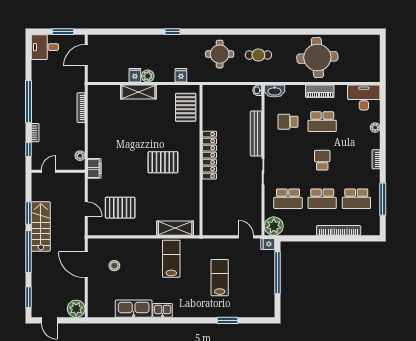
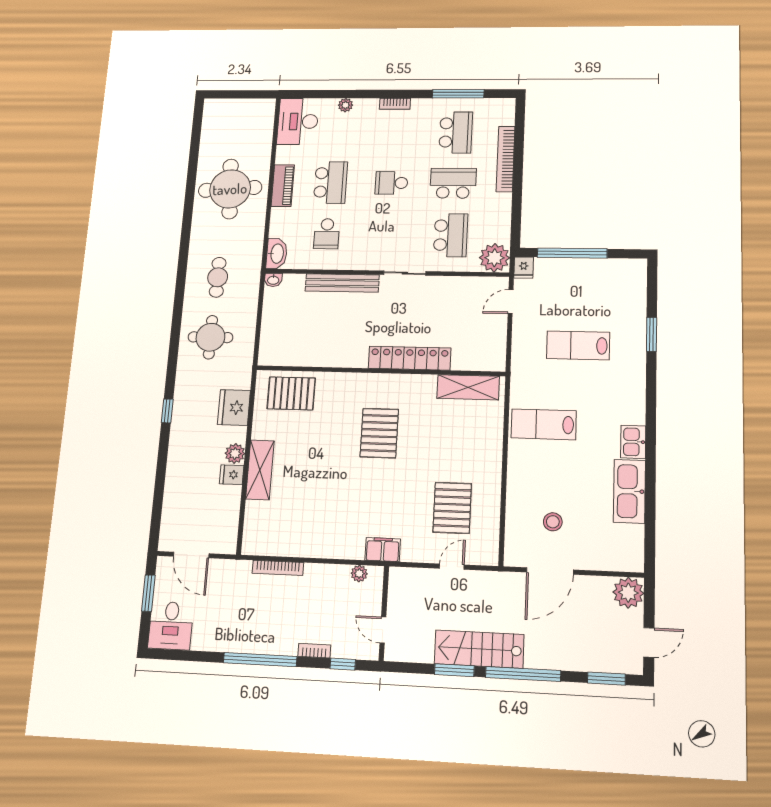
fridge: (181, 75) -> (234, 408), width x1.88, depth x1.34
locker: (209, 155) -> (410, 358), moved
school desk: (322, 199) -> (453, 183), turned -90
shelving: (175, 228) -> (468, 387), moved, turned 90

